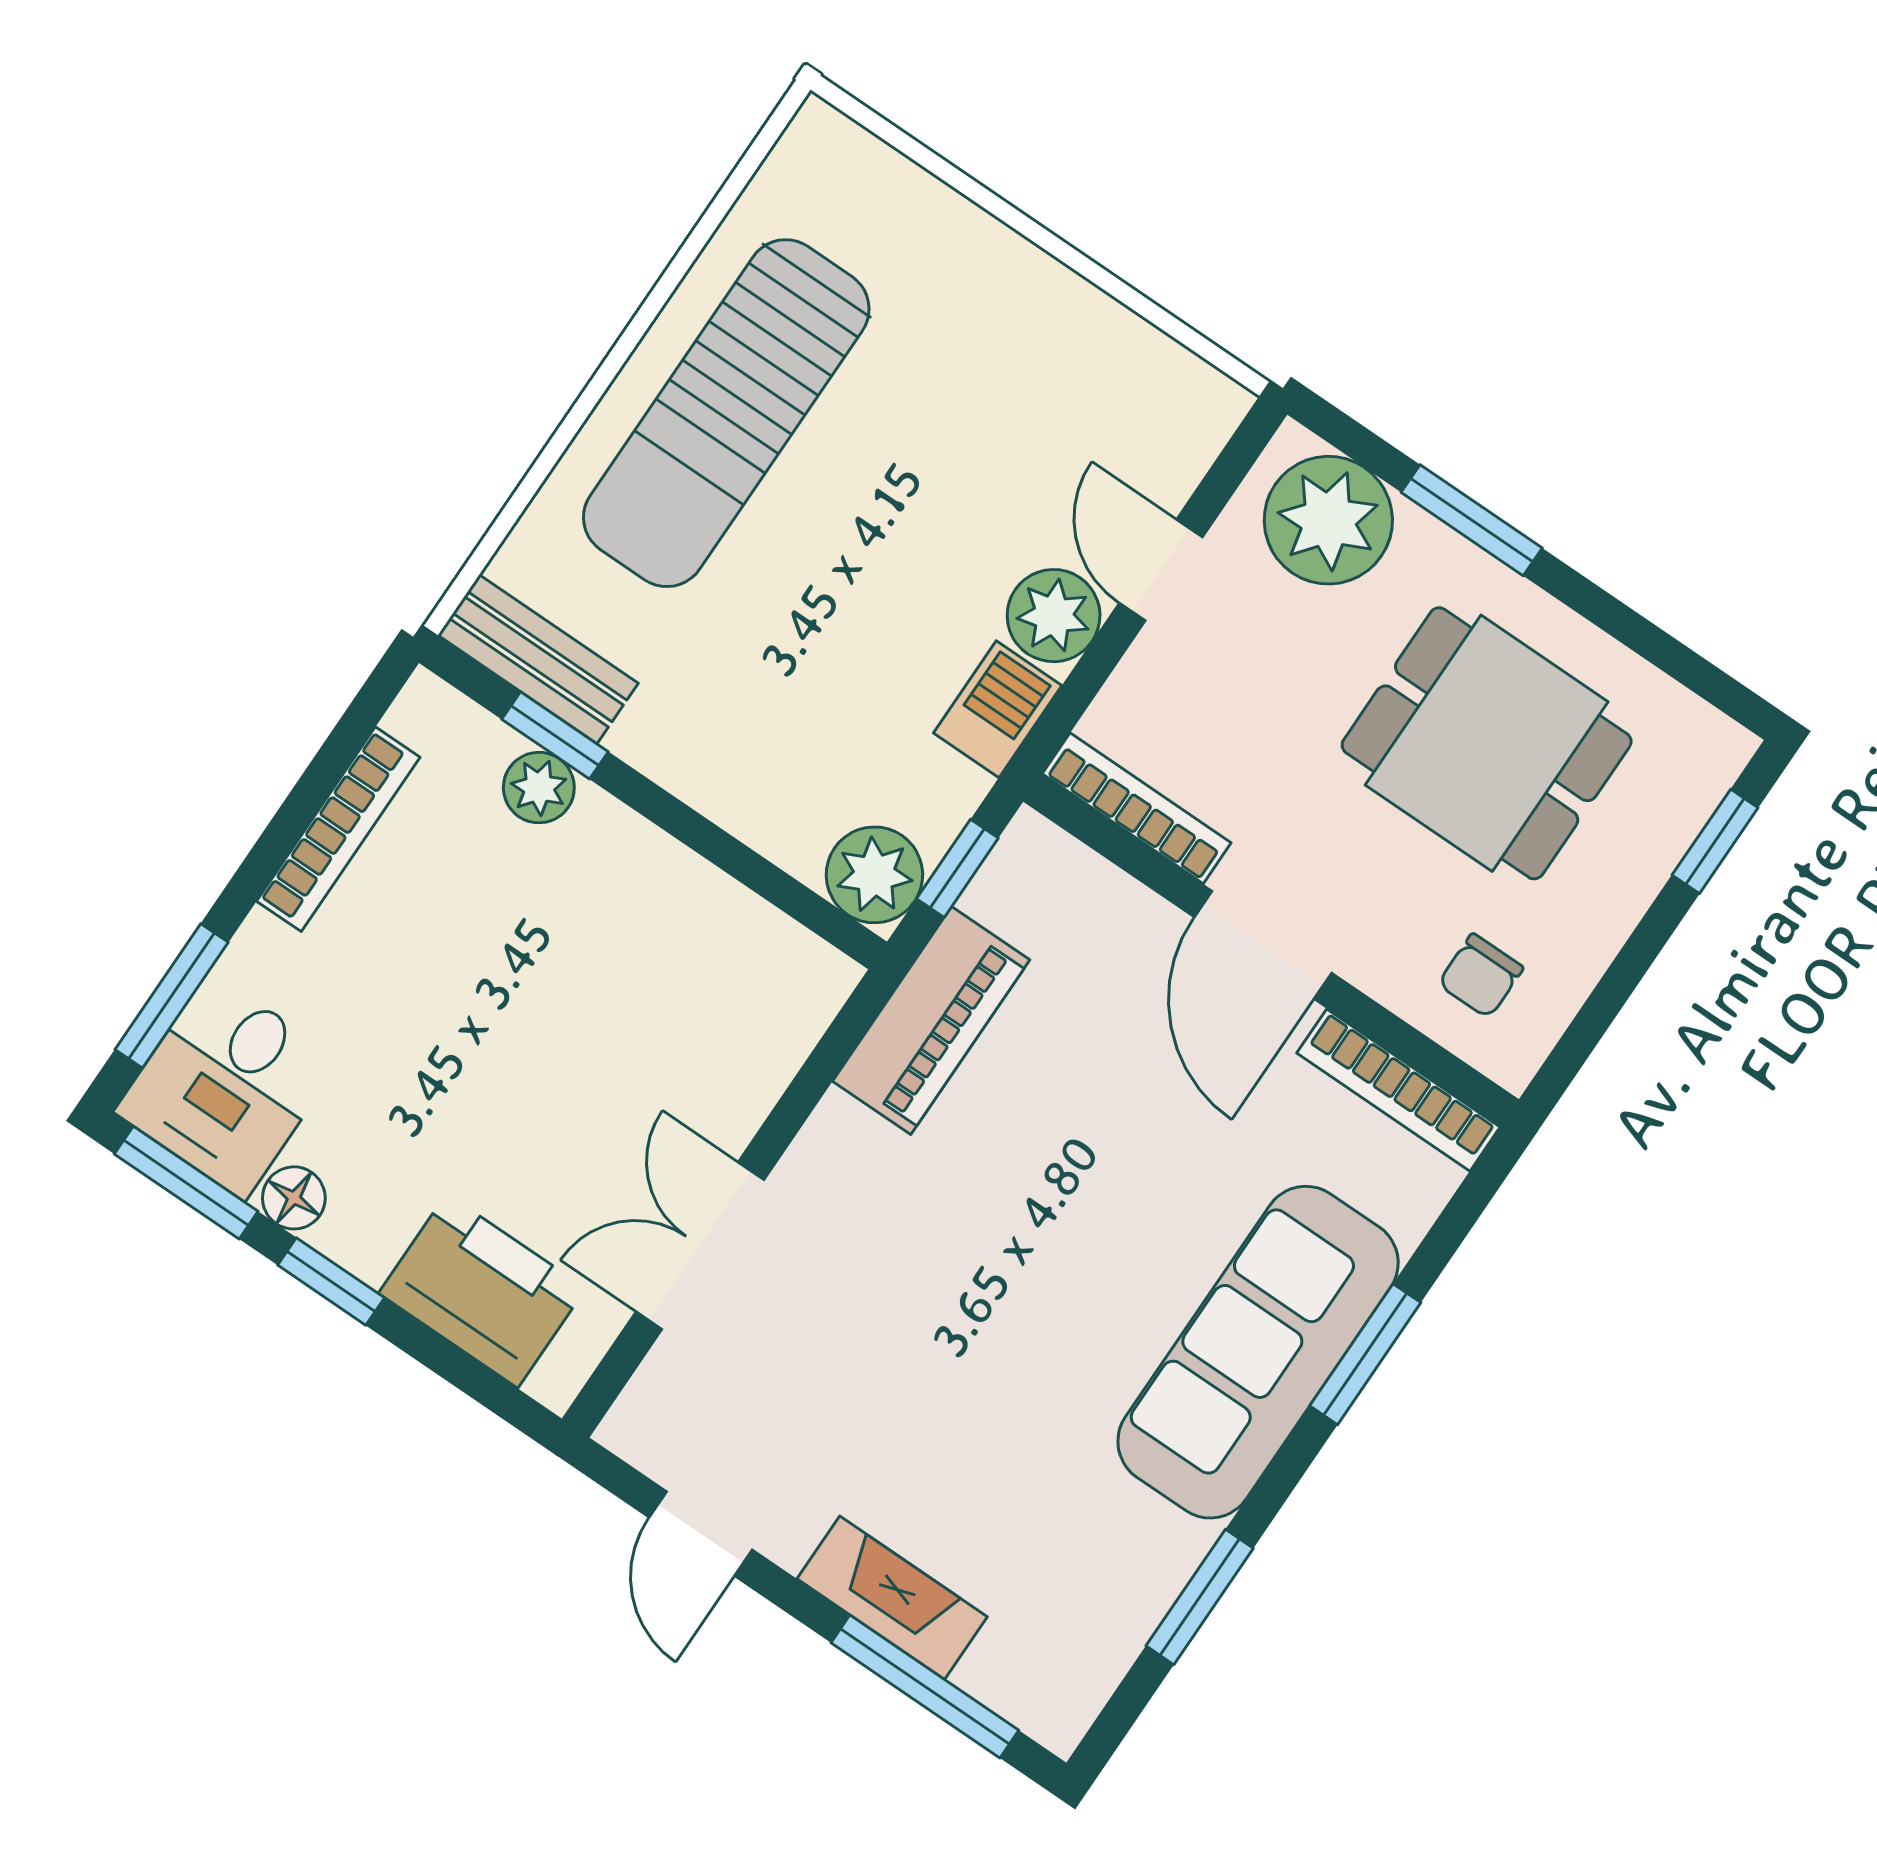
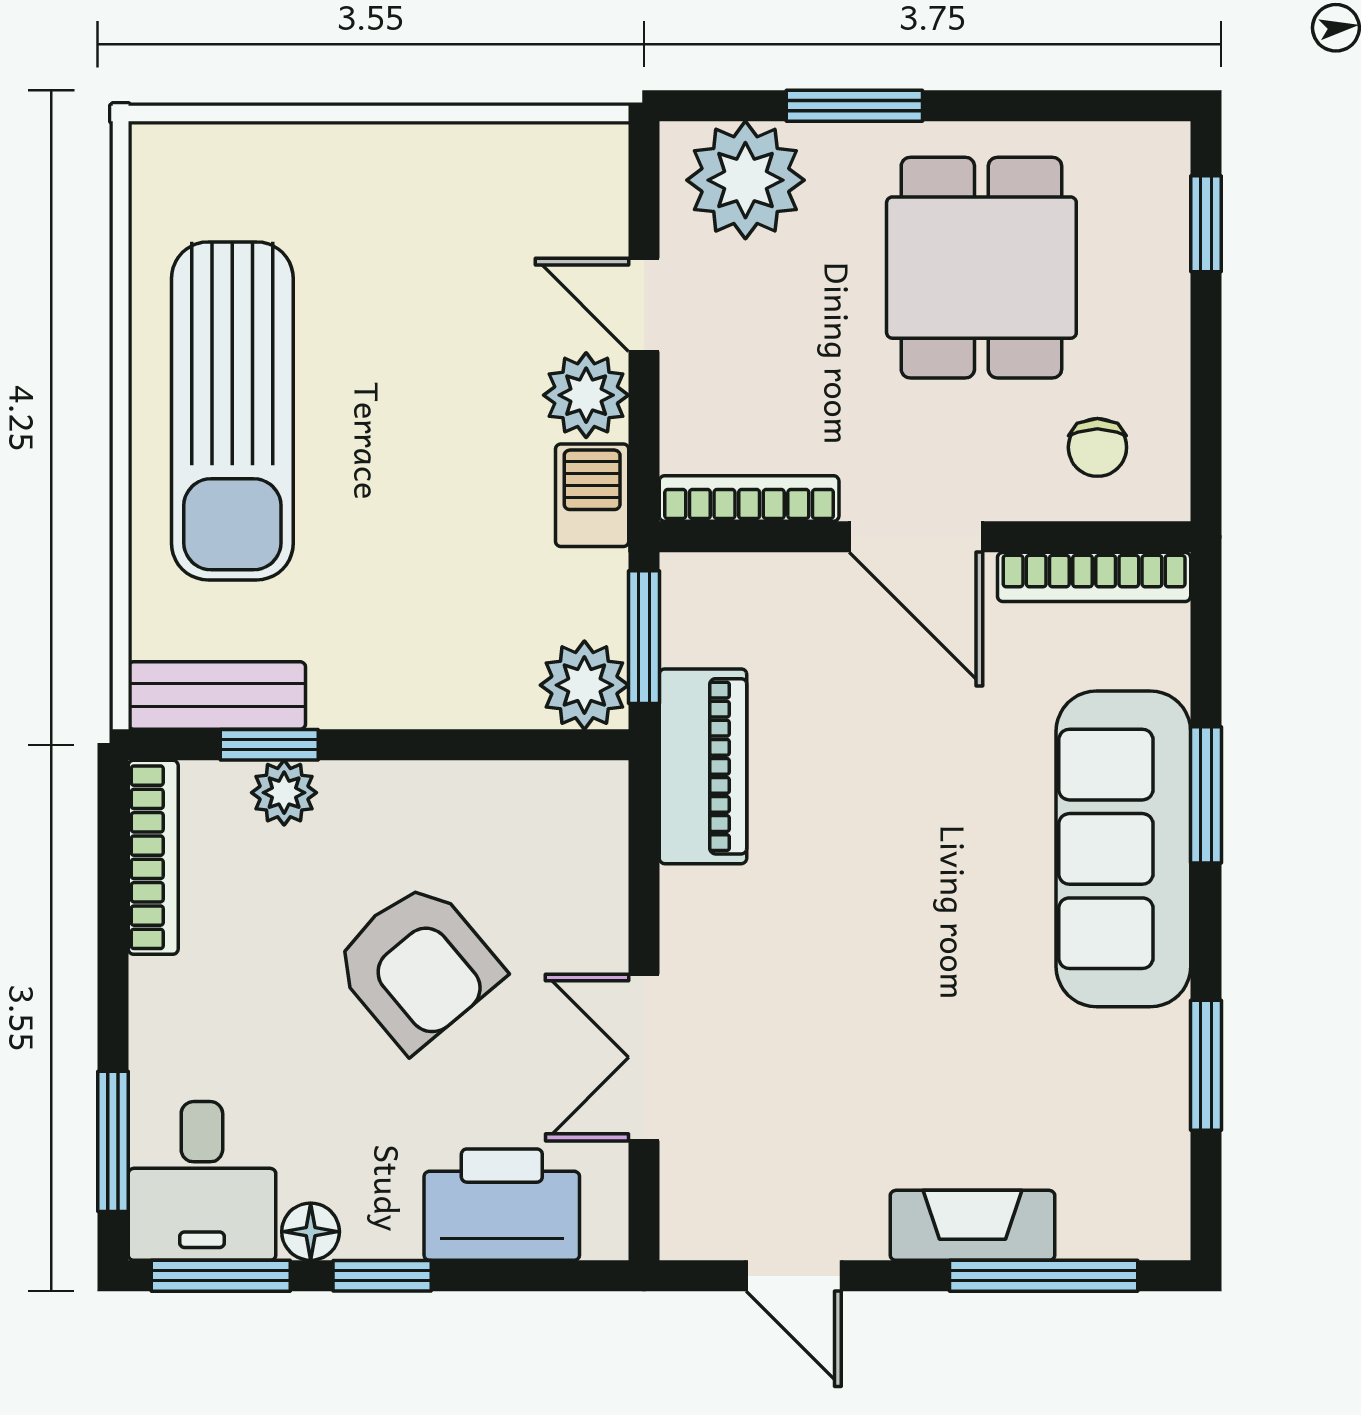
dining table: (1487, 743) -> (981, 268), turned 90
bookcase: (338, 829) -> (153, 857), moved
window: (957, 868) -> (644, 637), width x1.50
armchair: (552, 1025) -> (417, 966), added

